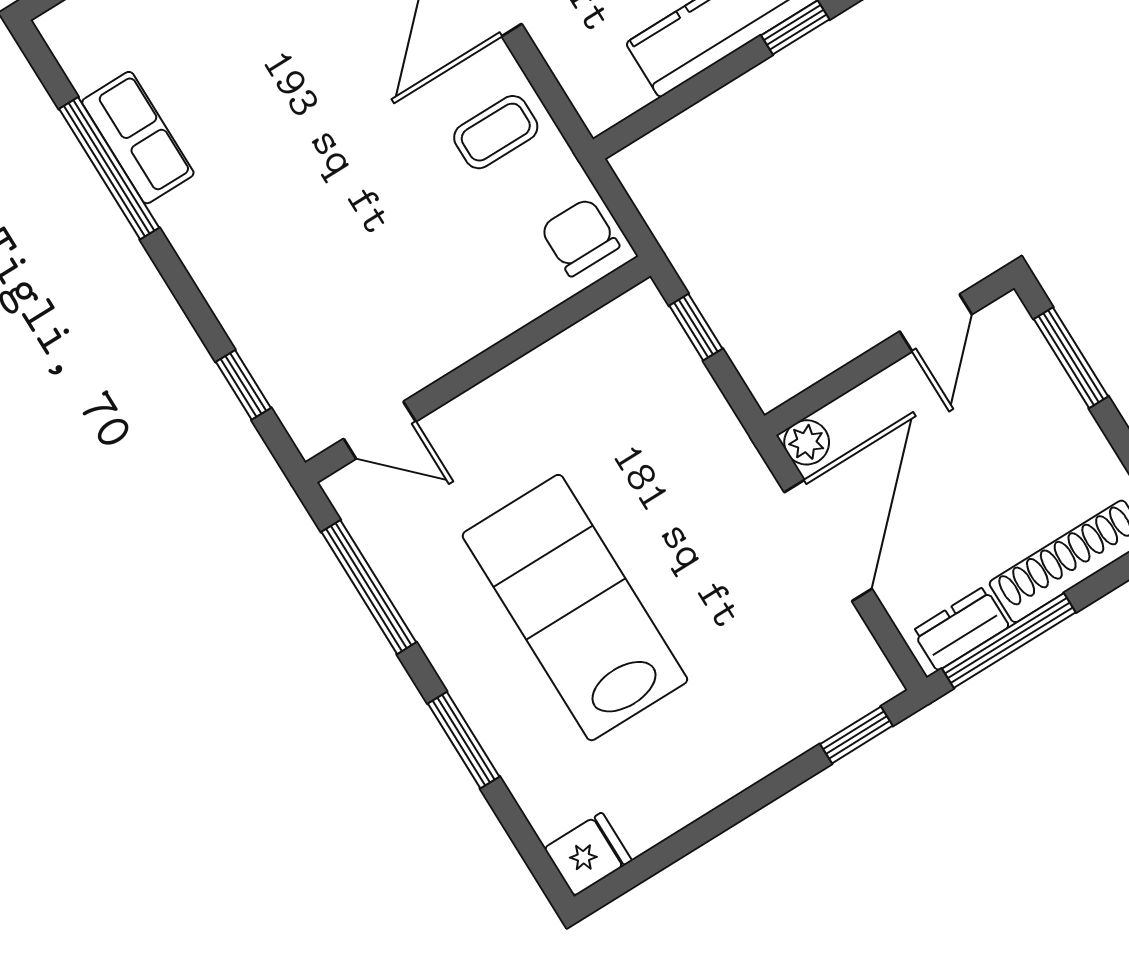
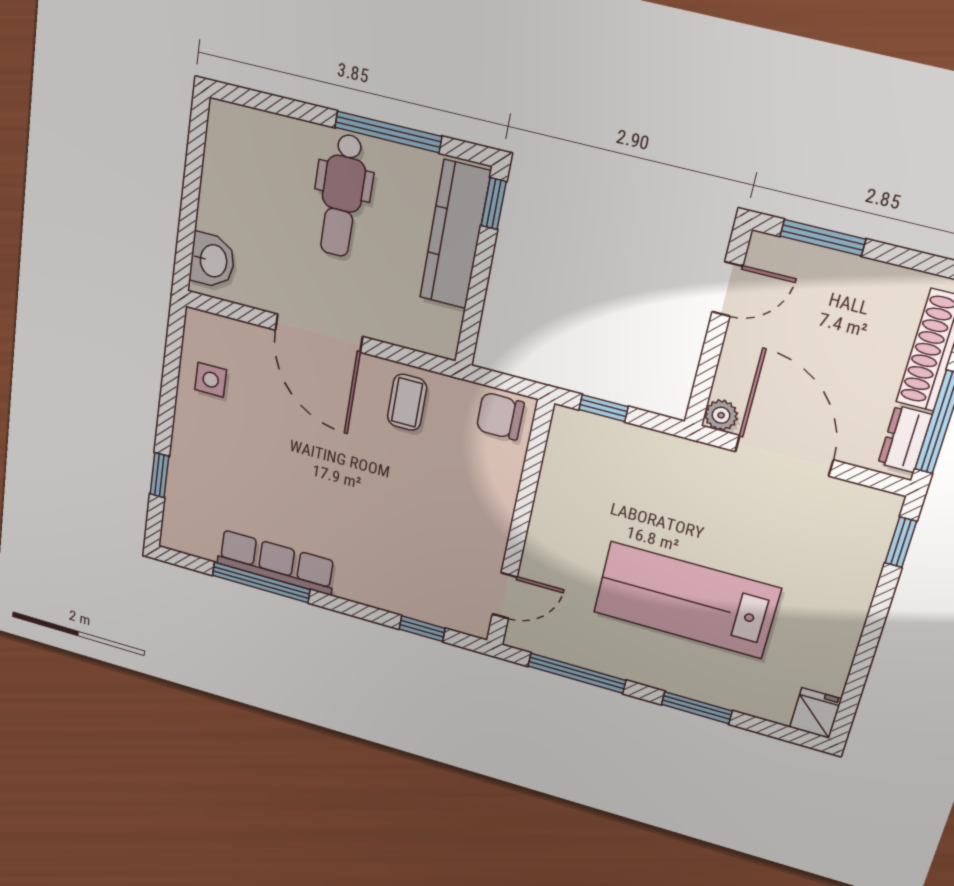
row of seats: (138, 138) -> (276, 562), width x1.48
door: (936, 323) -> (727, 289), hinge flipped

